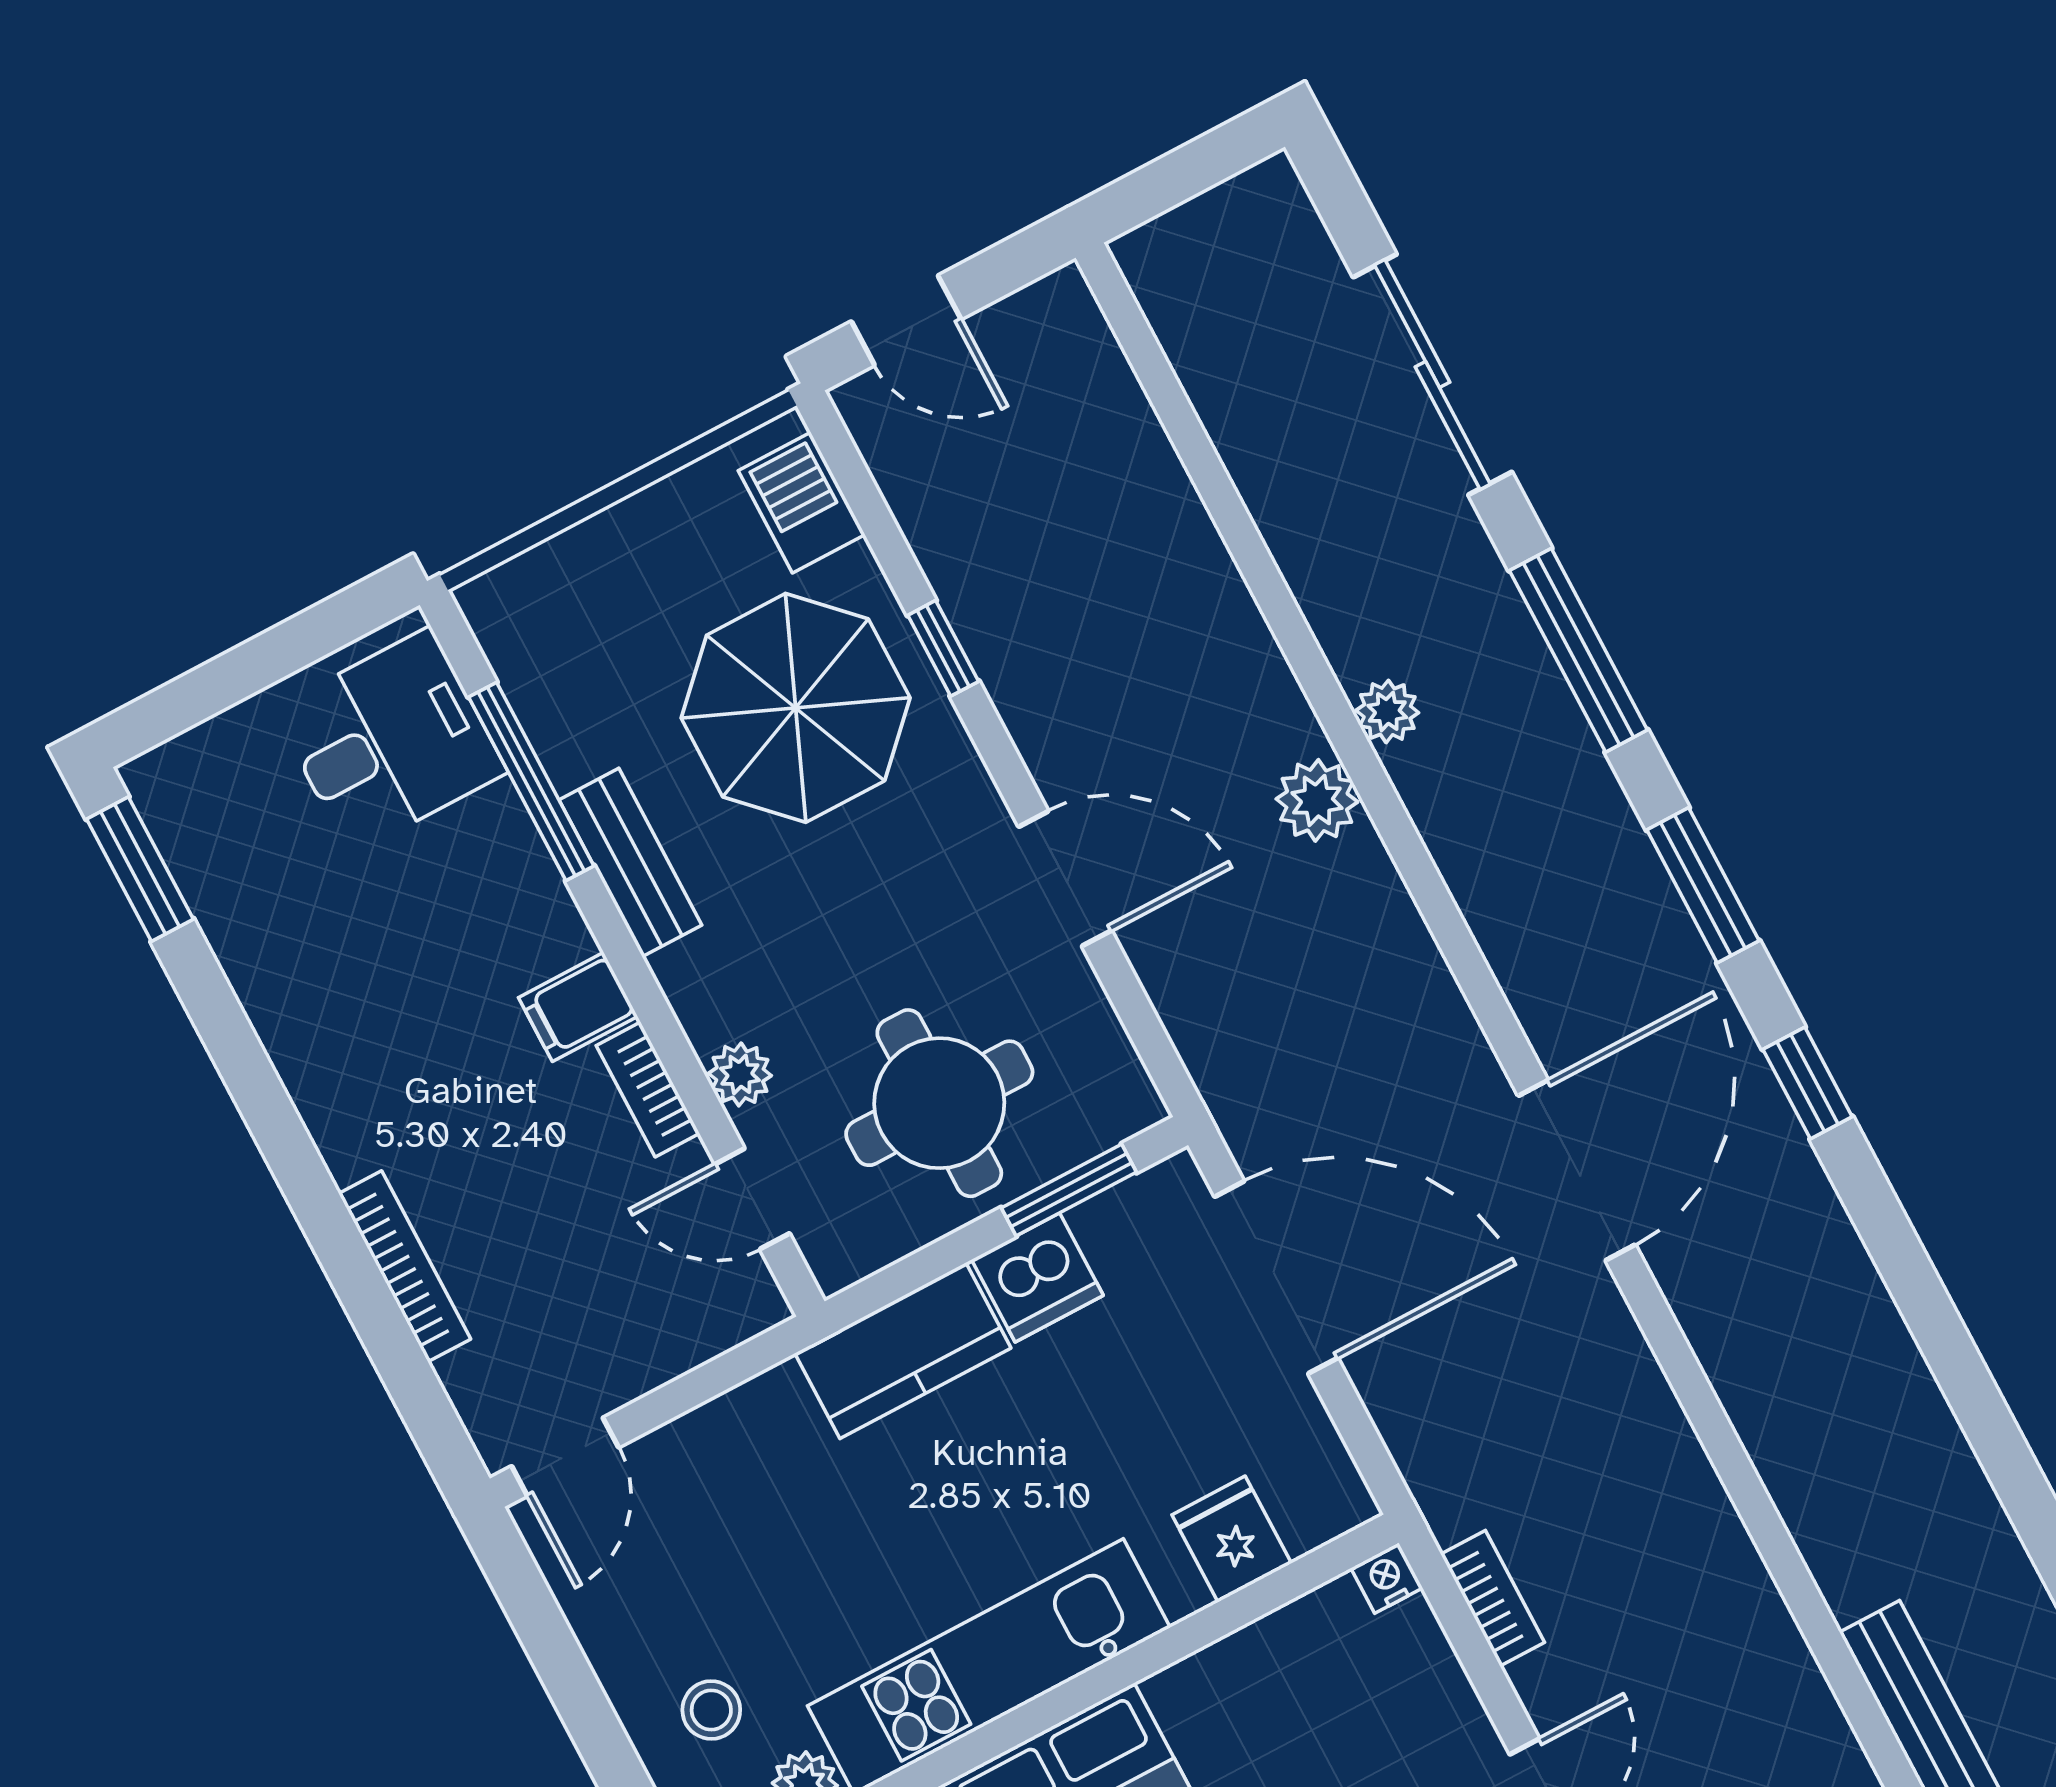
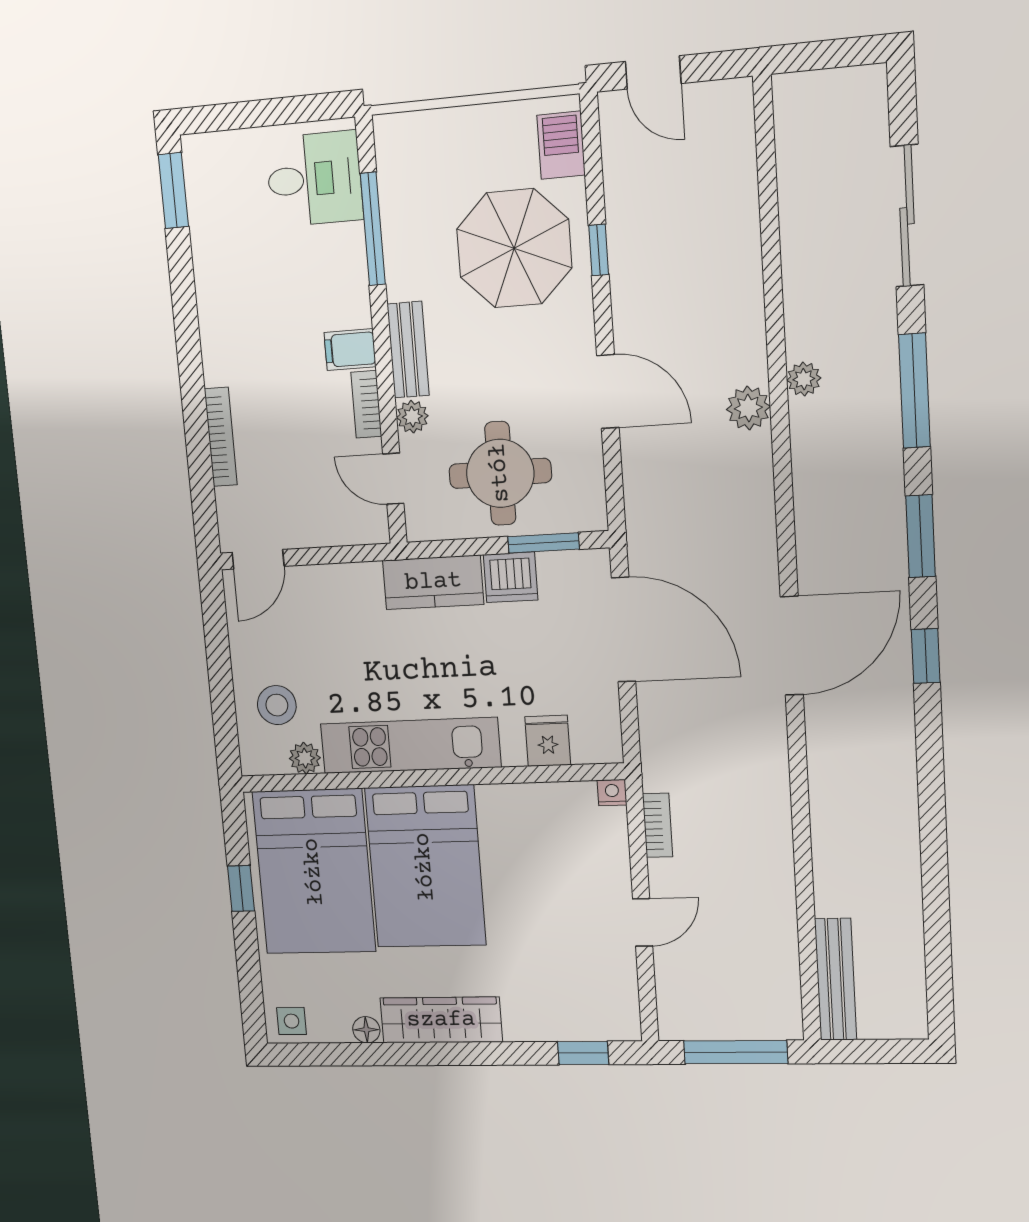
bench: (630, 862) -> (408, 350), moved
stool: (711, 1710) -> (277, 705), width x1.37, depth x1.37

